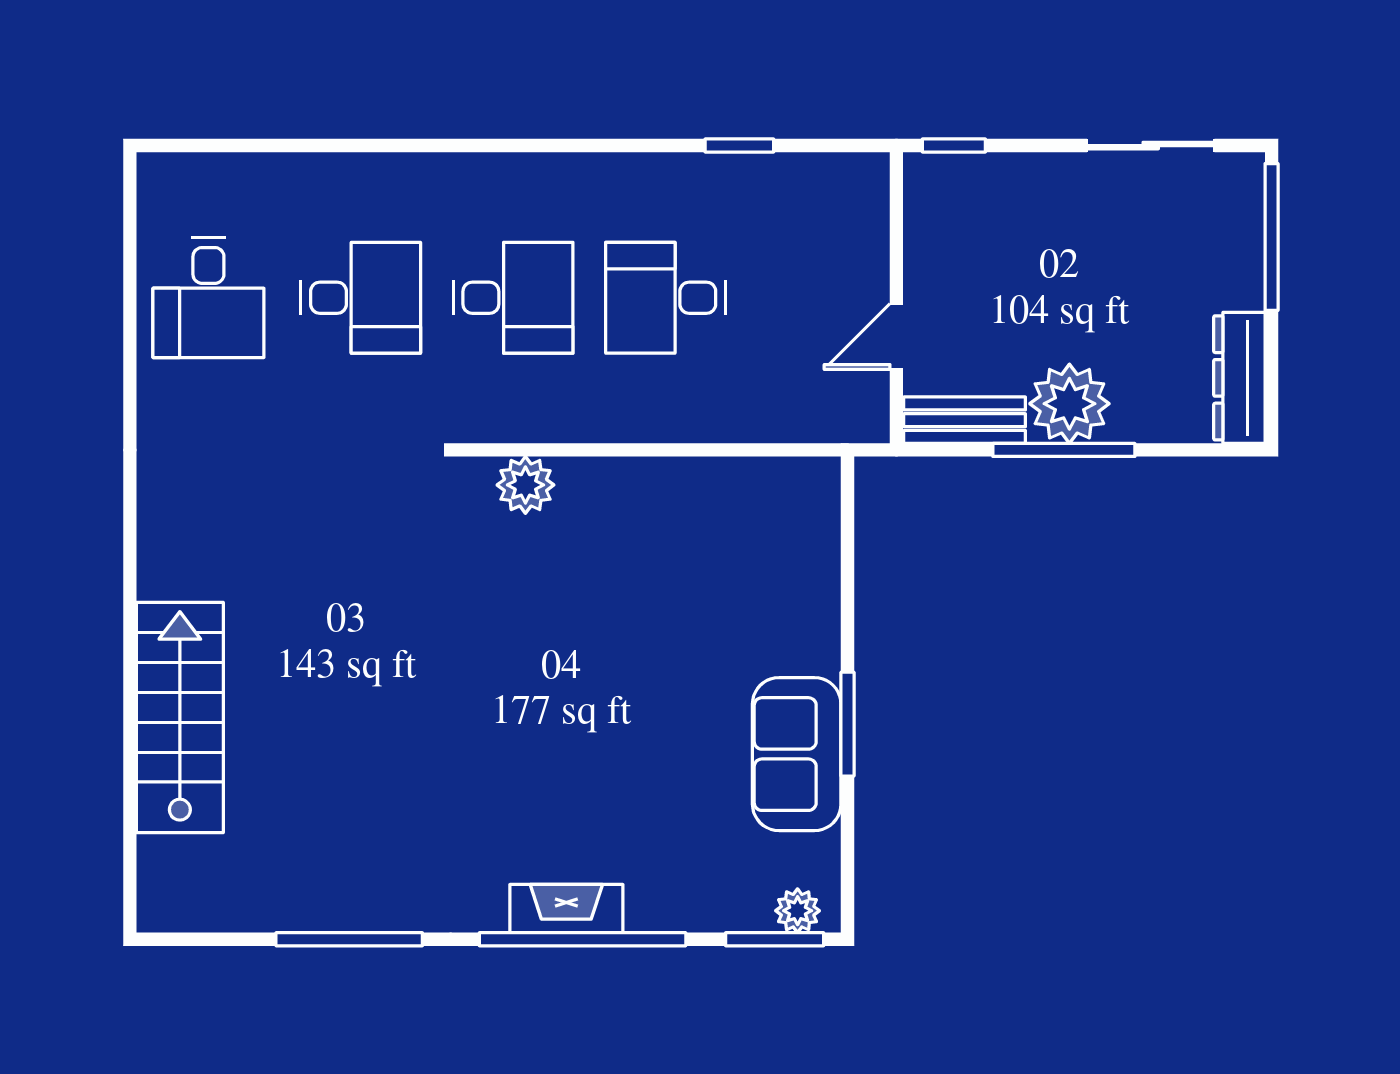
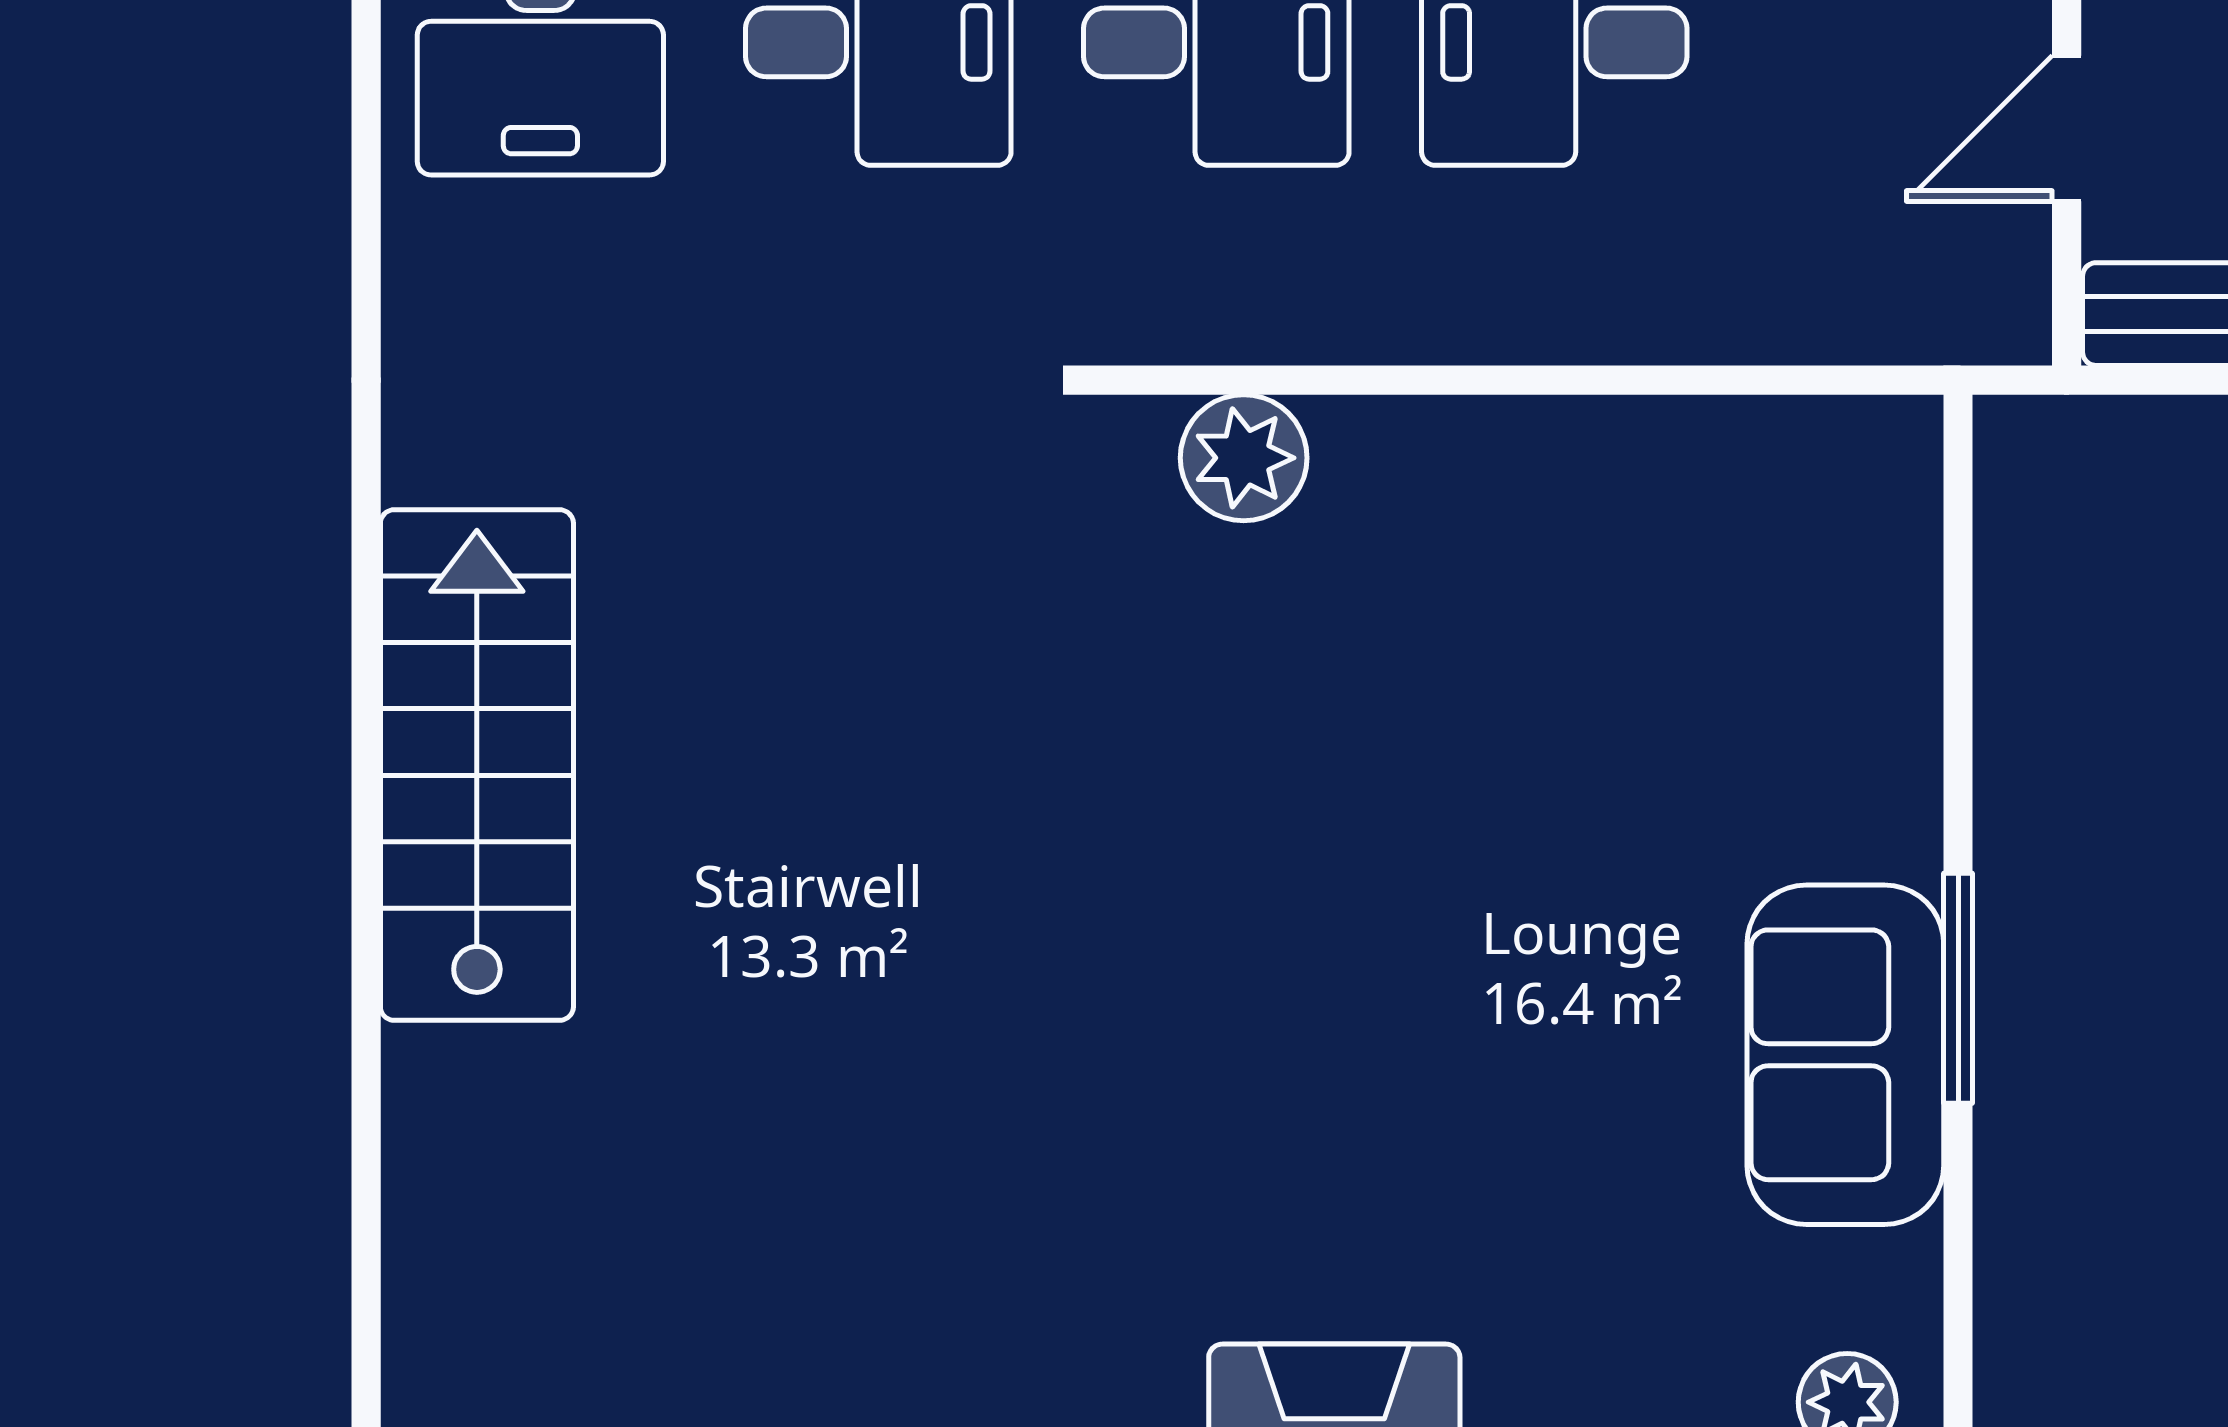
stairs: (180, 718) -> (477, 765), moved

